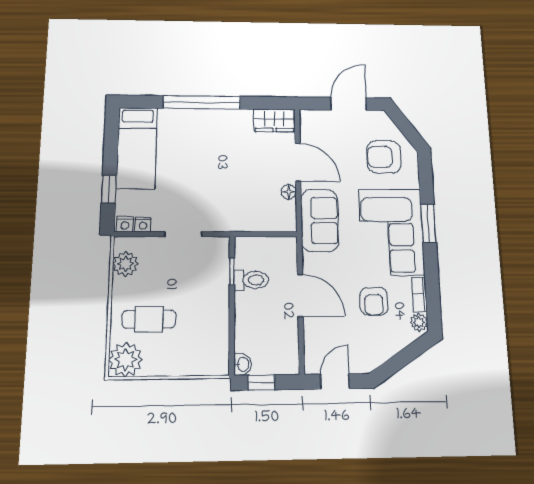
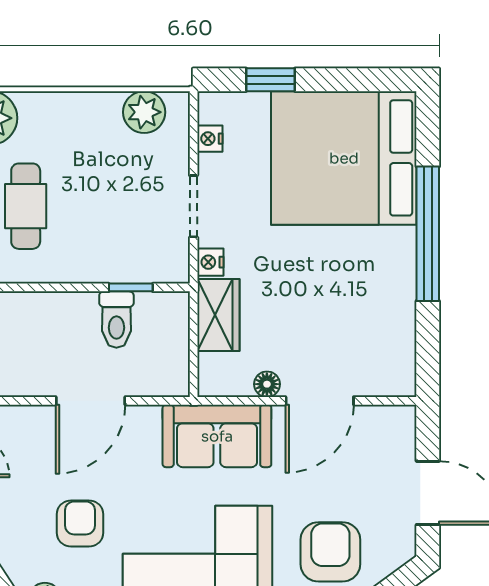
wardrobe: (274, 121) -> (218, 315), moved, turned 180
bed: (137, 148) -> (344, 158), width x2.04
nightstand: (125, 224) -> (210, 262), moved
armchair: (374, 301) -> (80, 523), turned 90
cafe table: (149, 319) -> (26, 206), moved

